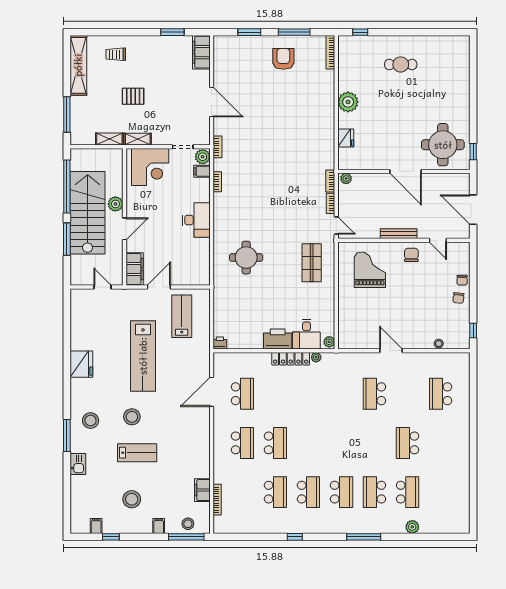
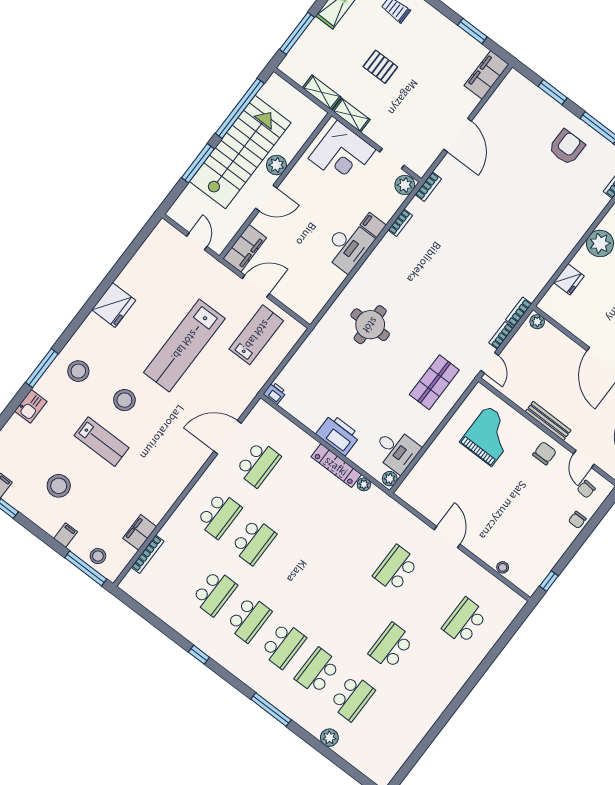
filing cabinet: (202, 171) -> (373, 225), moved
chair: (458, 298) -> (586, 489), moved
desk: (306, 334) -> (396, 450), moved, turned -90

